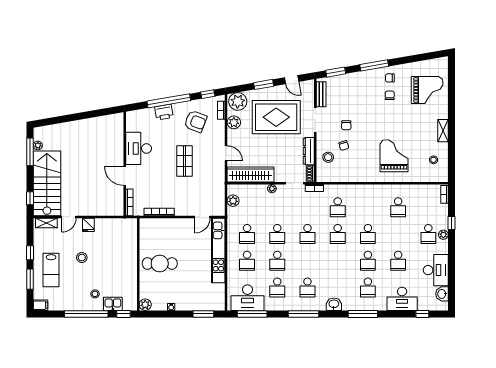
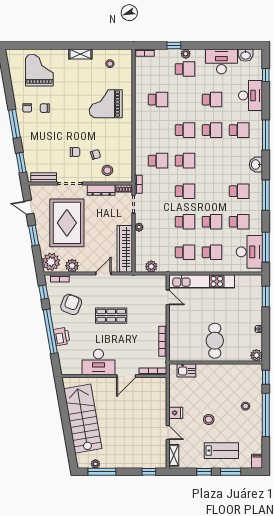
door: (292, 80) -> (29, 207), swing flipped
stairs: (47, 183) -> (83, 419), moved, turned 80
kitchen sink: (113, 304) -> (186, 370), moved, turned -90

